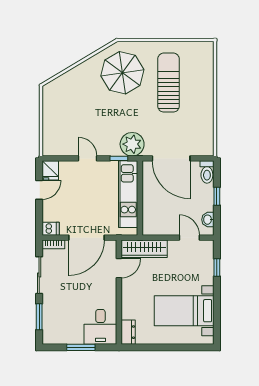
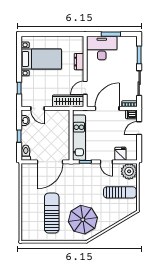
sun lounger: (168, 83) -> (52, 213), turned 180
sun lounger: (68, 113) -> (120, 192), added
plant: (132, 144) -> (129, 171), moved
door: (171, 158) -> (50, 162), swing flipped
fridge: (50, 170) -> (120, 154), moved
door: (39, 190) -> (139, 128), moved
desk: (100, 327) -> (102, 48), width x1.37
dresser: (128, 332) -> (79, 62), moved

